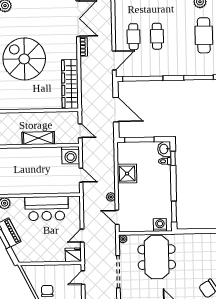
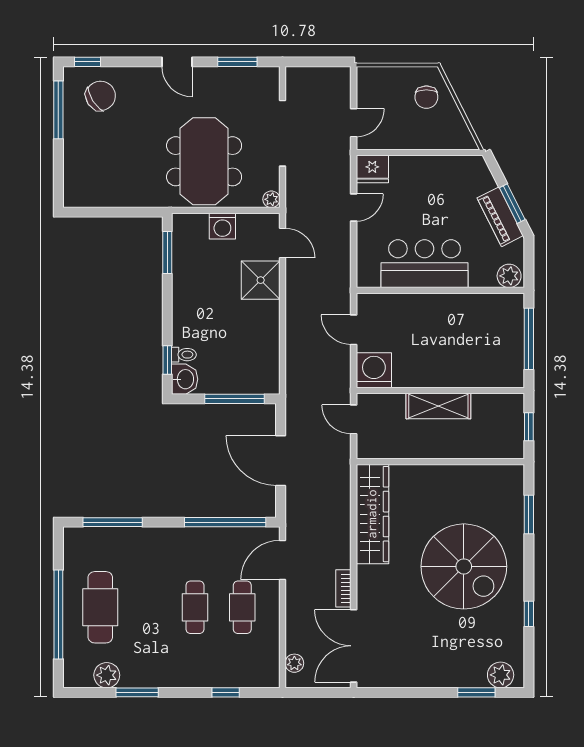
shower: (127, 174) -> (261, 280), moved
plant: (111, 197) -> (294, 663), moved
washing machine: (160, 225) -> (222, 226), moved

